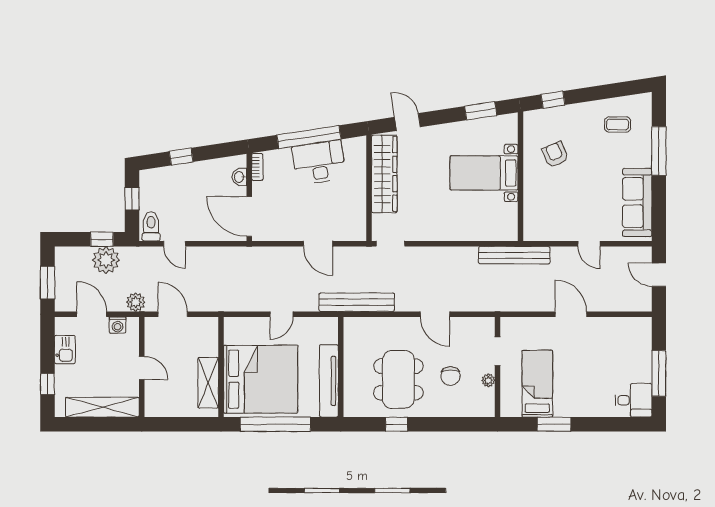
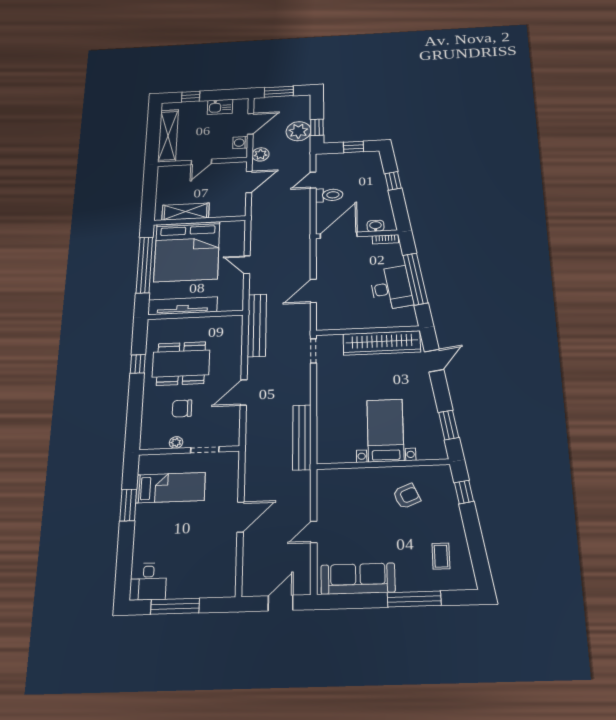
toilet: (151, 226) -> (329, 195), moved
bench: (514, 255) -> (302, 437), moved

